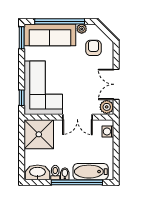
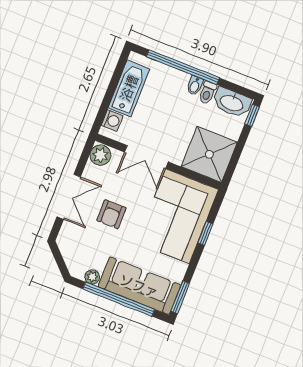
armchair: (93, 48) -> (111, 214), moved
double door: (116, 84) -> (69, 197), moved
window: (22, 98) -> (205, 233), moved
double door: (77, 117) -> (146, 157), swing flipped
window: (22, 169) -> (252, 116), added
bathtub: (91, 172) -> (129, 88), moved, turned -90

